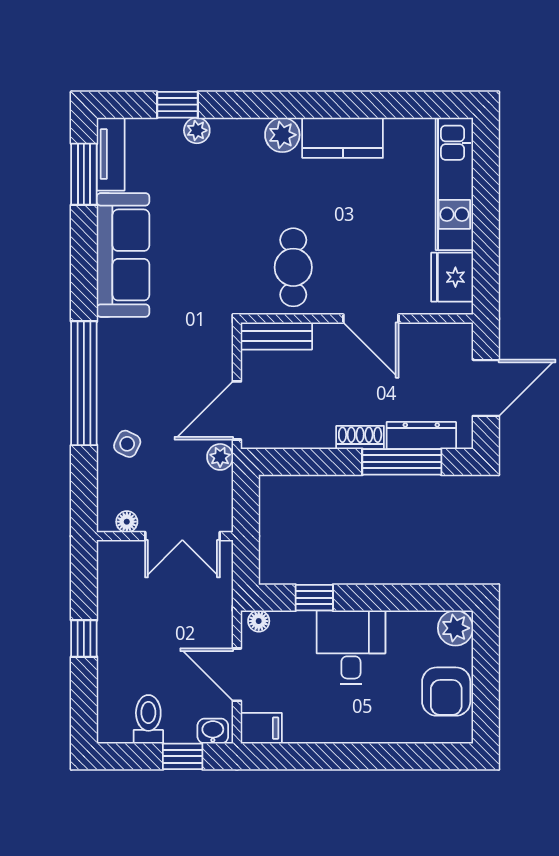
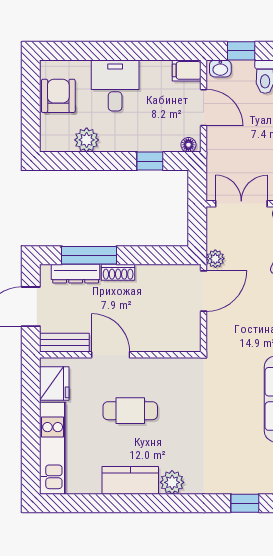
plant: (197, 130) -> (231, 485), removed
cafe table: (293, 267) -> (130, 411), moved, turned 90
bench: (276, 336) -> (64, 343), moved
plant: (455, 628) -> (87, 140), moved
desk: (351, 647) -> (115, 85), moved, turned 180

